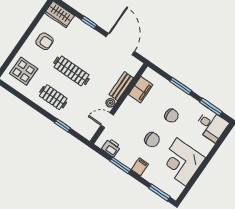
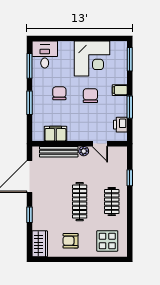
armchair: (45, 41) -> (71, 241), turned -90
bench: (121, 86) -> (59, 152), width x1.36

